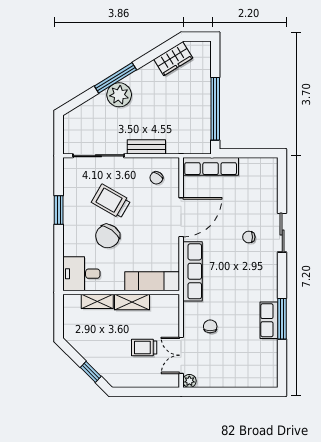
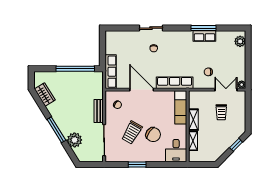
plant: (119, 95) -> (75, 140), moved
double door: (181, 355) -> (226, 90), swing flipped
plant: (260, 378) -> (240, 41), added

